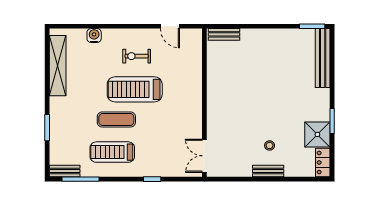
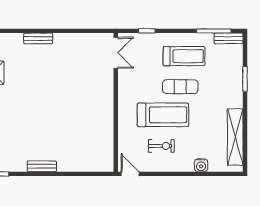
bench: (224, 34) -> (42, 166), moved
wall: (204, 103) -> (116, 102), moved
stool: (270, 145) -> (37, 62), removed
double door: (204, 156) -> (116, 53), moved

